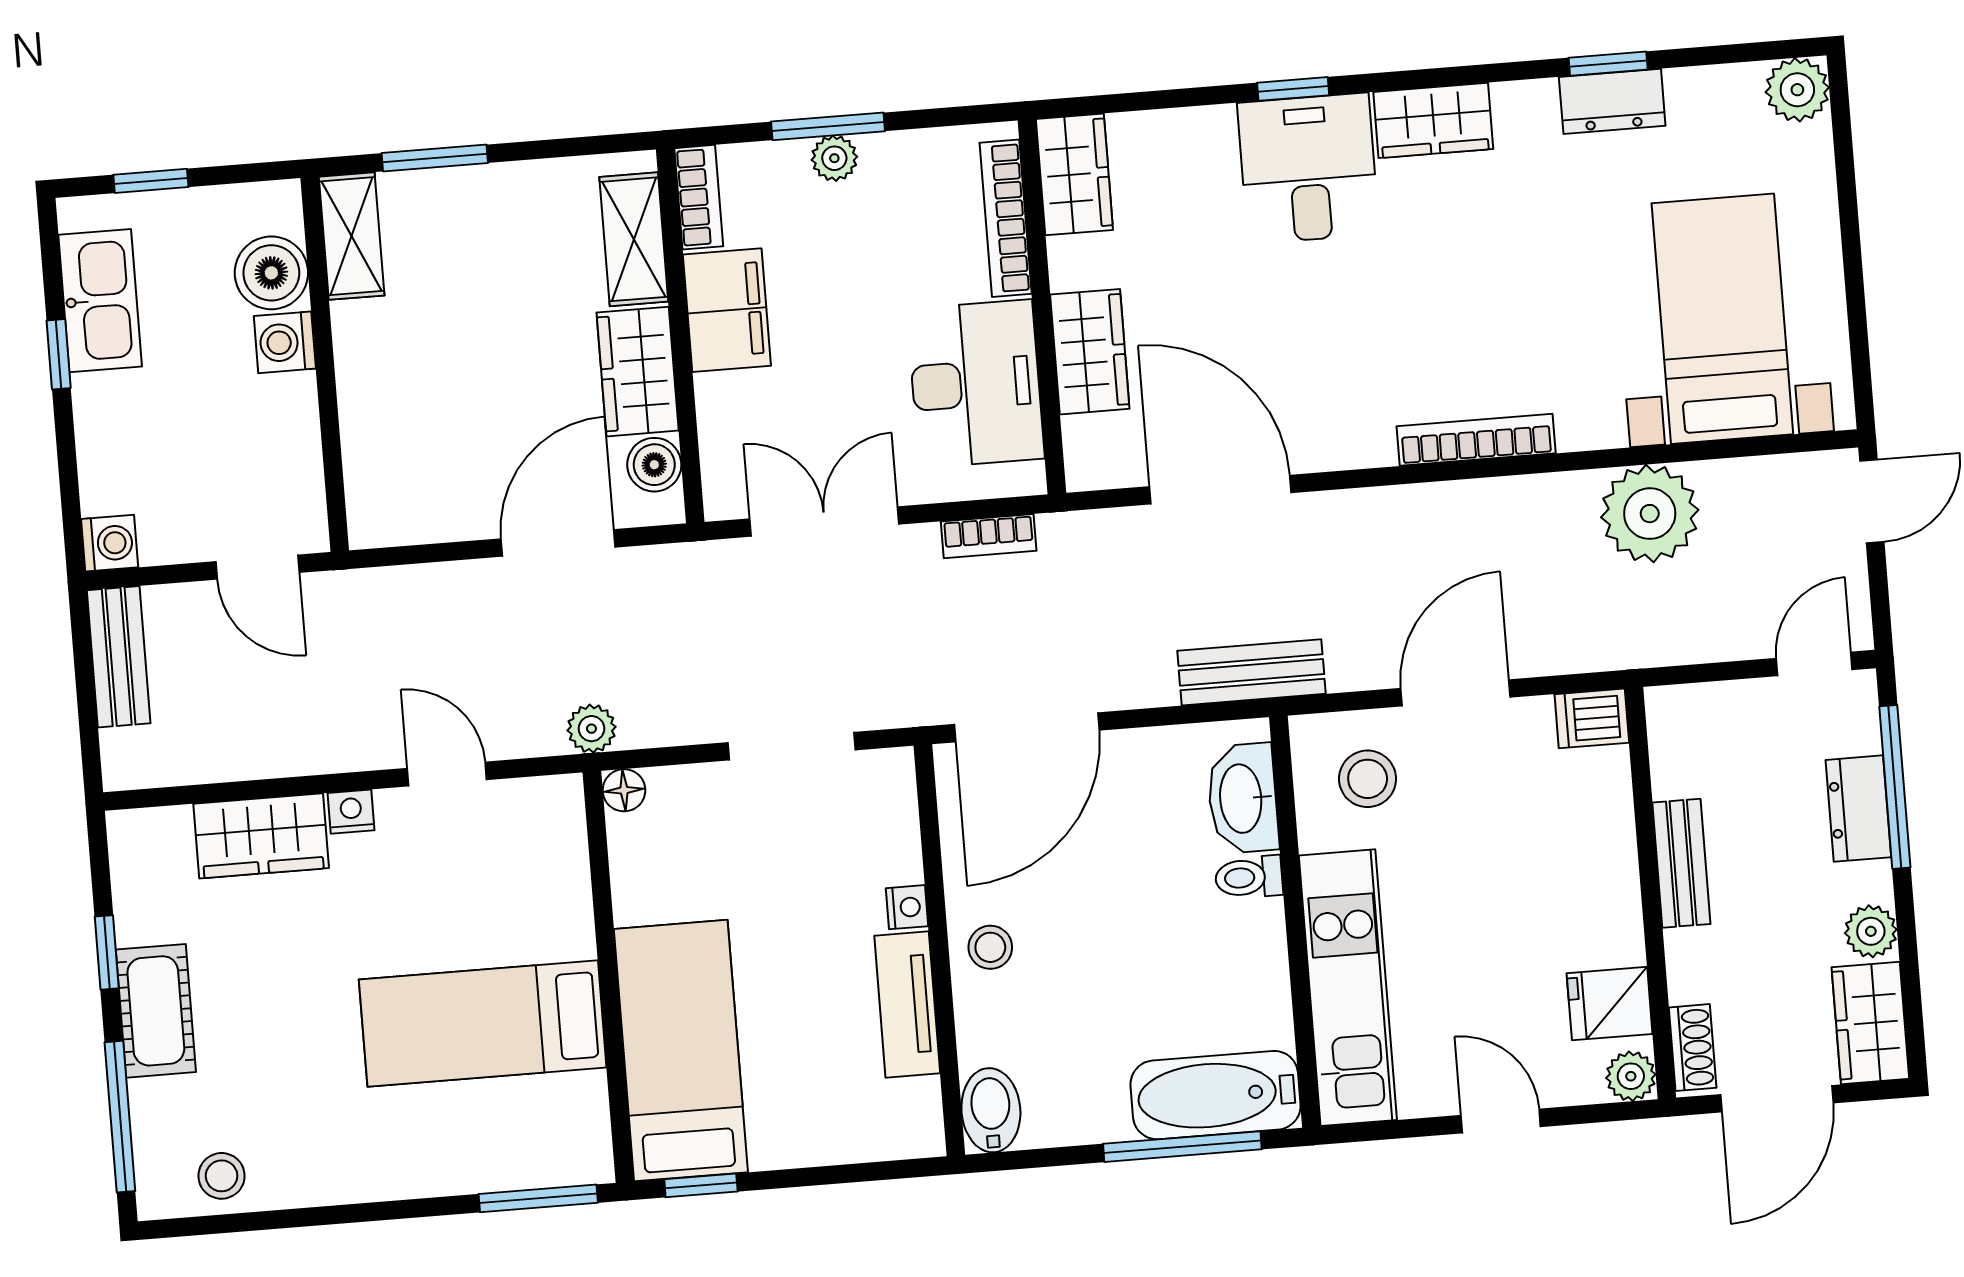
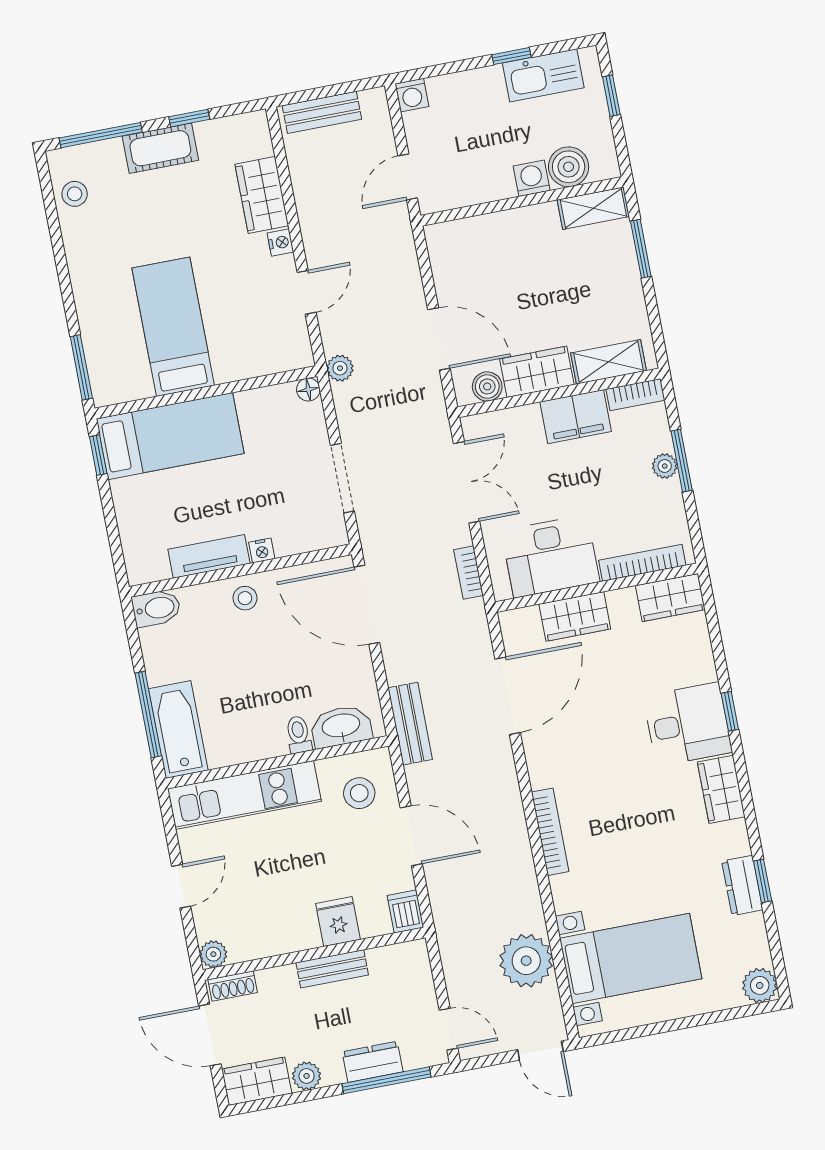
plant: (1650, 514) -> (526, 961), moved
bench: (119, 657) -> (322, 112), moved
fridge: (1610, 1004) -> (338, 922), moved

